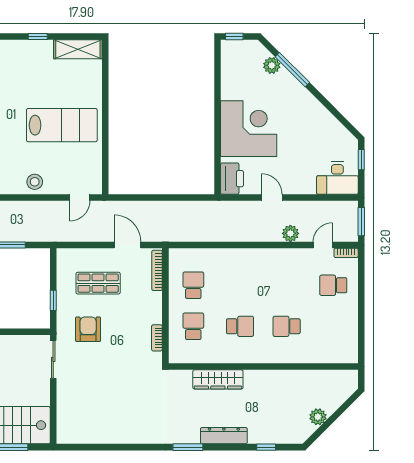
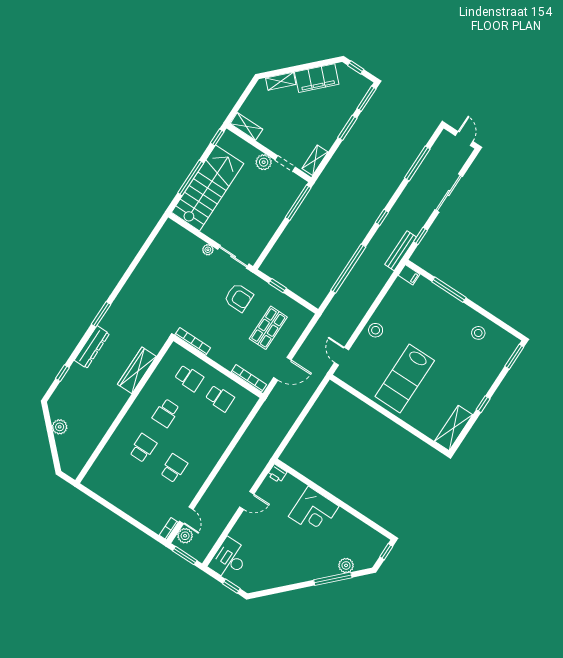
corner desk: (249, 129) -> (314, 511), width x0.74, depth x0.74
printer: (232, 179) -> (277, 473), width x0.53, depth x0.68
plant: (290, 233) -> (185, 536), moved
school desk: (333, 285) -> (174, 468), moved
bookcase: (157, 338) -> (193, 341), width x1.56
plant: (62, 387) -> (208, 250), added

